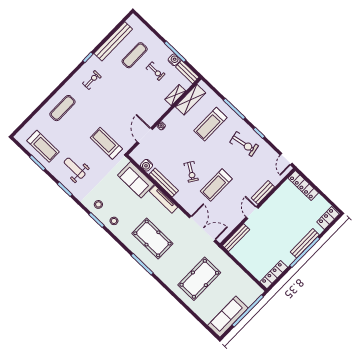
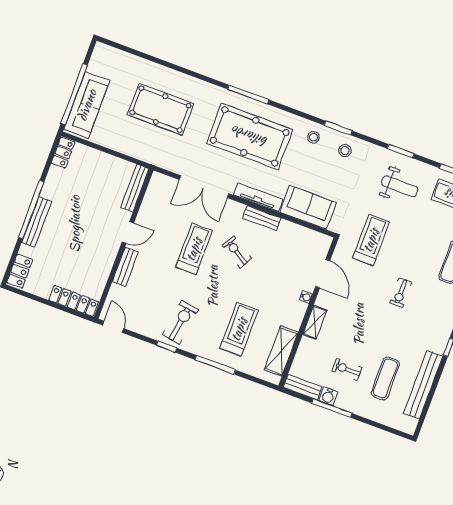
exercise bike: (92, 80) -> (401, 293), moved
shelving: (175, 95) -> (315, 322), moved
treadmill: (106, 143) -> (371, 240), turned -90
exercise bike: (244, 144) -> (180, 322), turned 110
water cooler: (147, 165) -> (302, 234), removed
bench: (164, 183) -> (262, 218), width x0.73
door: (252, 213) -> (128, 232), hinge flipped
double door: (203, 229) -> (204, 187), moved
pool table: (152, 238) -> (250, 136), width x1.36, depth x1.32
locker: (274, 275) -> (63, 153), width x0.66
pool table: (199, 279) -> (161, 109), turned 90
sofa: (228, 317) -> (87, 105), moved

